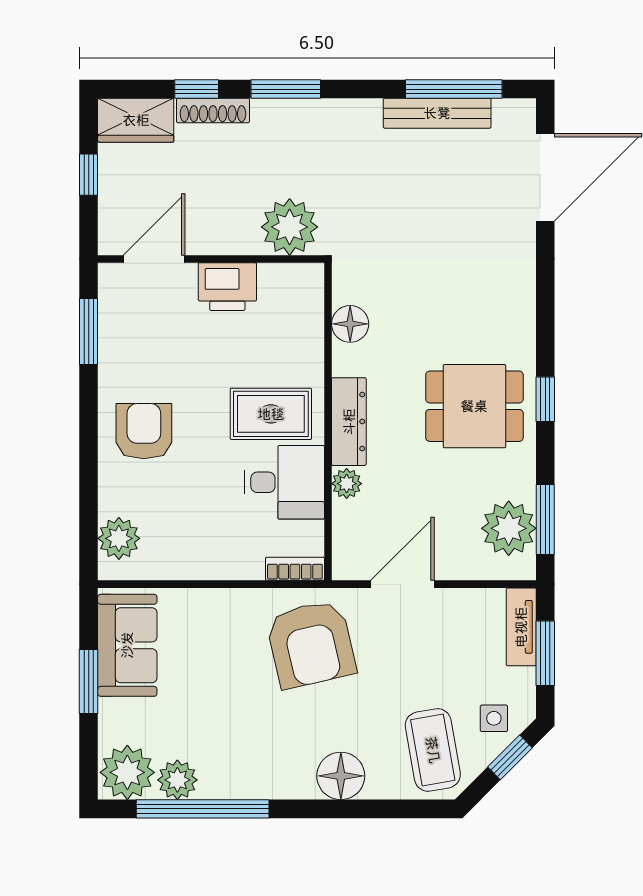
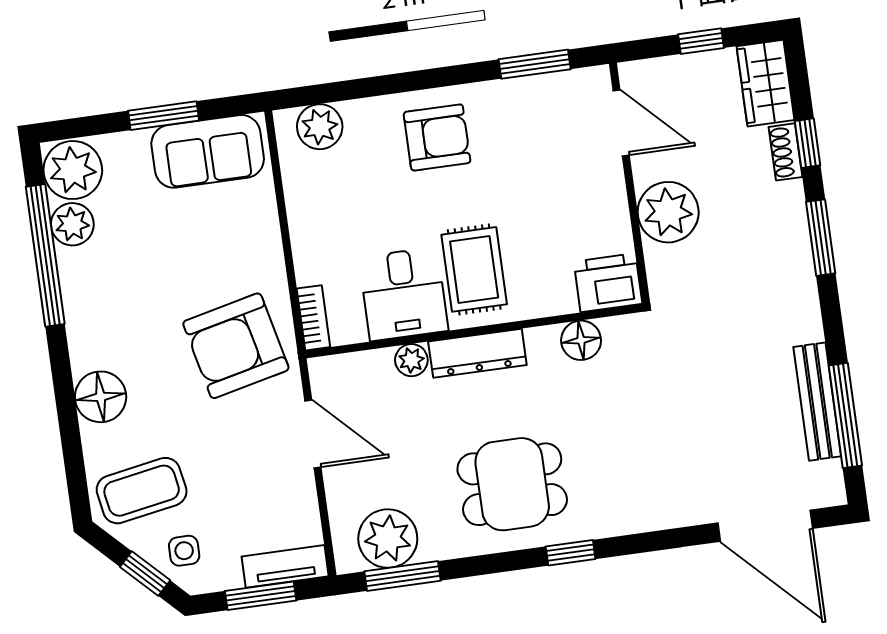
shoe rack: (213, 111) -> (786, 152), width x0.70
plant: (290, 227) -> (668, 212), moved
printer: (227, 287) -> (608, 283), moved, turned 90
window: (545, 399) -> (571, 553), moved
dining table: (474, 406) -> (512, 484), turned 90

